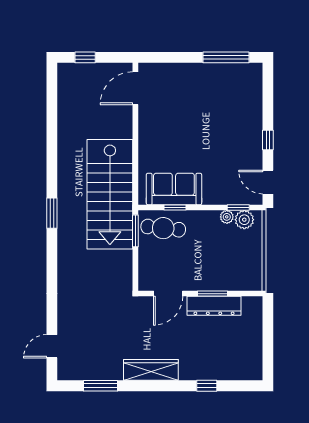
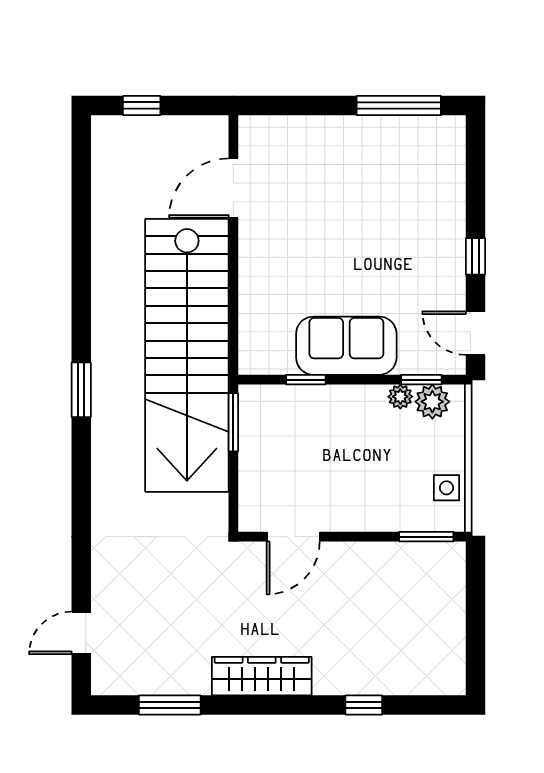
door: (135, 88) -> (233, 188), moved
sofa: (174, 189) -> (346, 346), moved
stairs: (110, 194) -> (187, 355), width x1.36
cafe table: (163, 228) -> (284, 417), removed
side table: (252, 267) -> (446, 488), added
window: (212, 294) -> (426, 537), moved
dresser: (214, 306) -> (377, 559), removed

